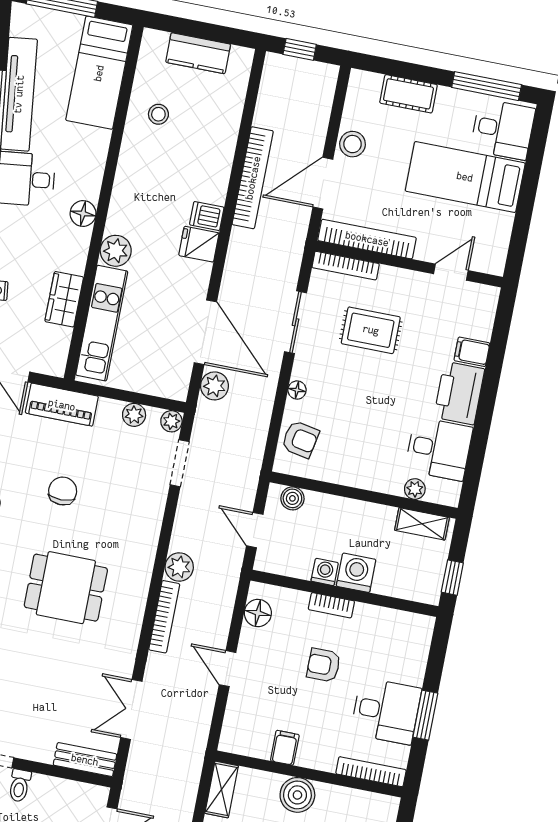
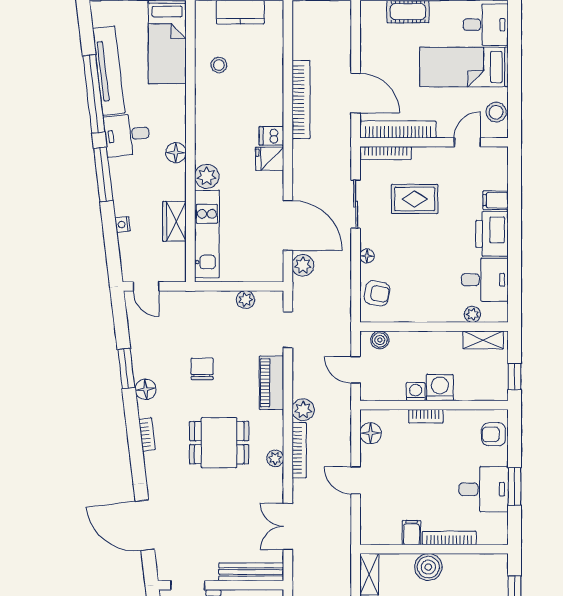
stool: (353, 144) -> (496, 112), moved
door: (323, 183) -> (356, 93), swing flipped
piano: (62, 405) -> (271, 383), moved, turned 90
plant: (171, 421) -> (275, 458), moved
armchair: (324, 665) -> (494, 434), moved
bench: (85, 760) -> (251, 572), width x1.36
bookcase: (371, 772) -> (449, 538), moved

